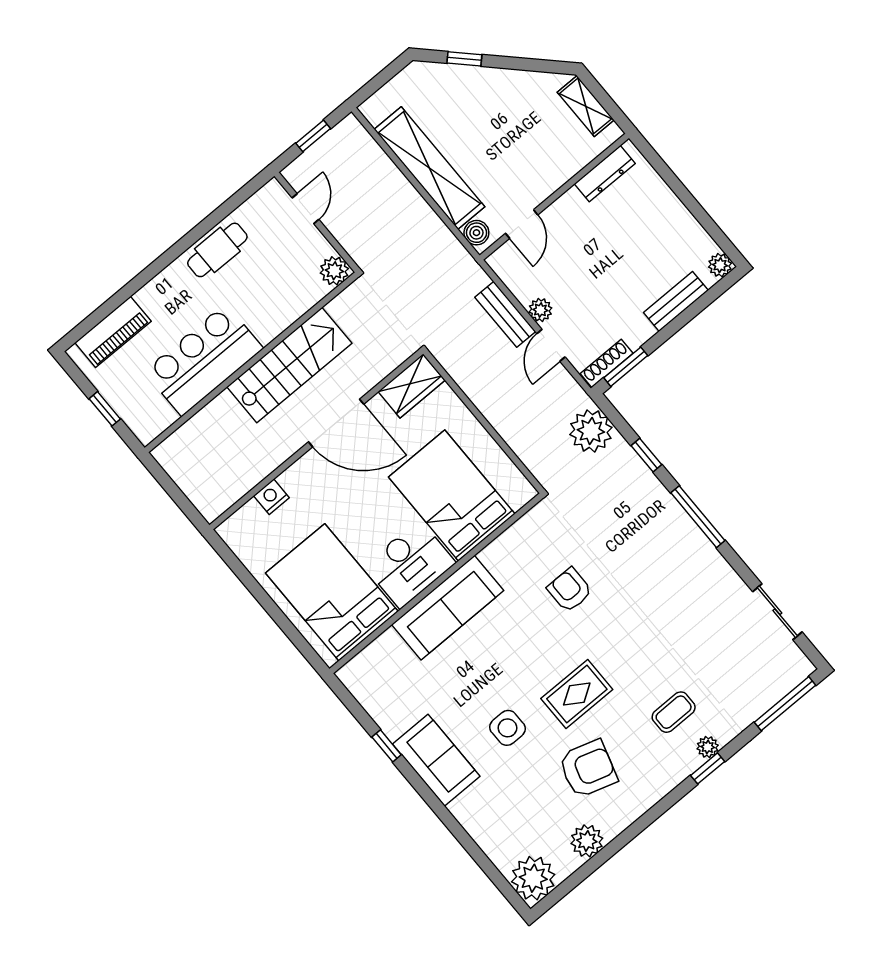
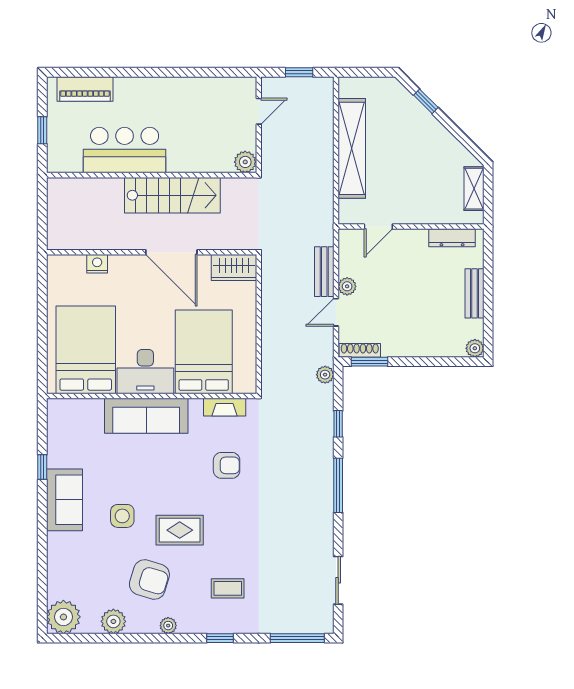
boiler: (476, 233) -> (348, 209), removed
cafe table: (217, 250) -> (187, 92), removed
bench: (676, 301) -> (474, 293), moved, turned 90
plant: (591, 431) -> (325, 375), width x0.53, depth x0.53
fireplace: (519, 533) -> (225, 407), added
armchair: (570, 590) -> (227, 465), turned 90
plant: (708, 747) -> (168, 626), moved

